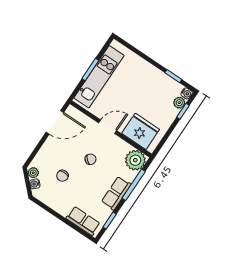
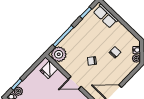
fridge: (141, 131) -> (49, 70), width x0.53, depth x0.75
row of seats: (116, 193) -> (77, 32), removed

